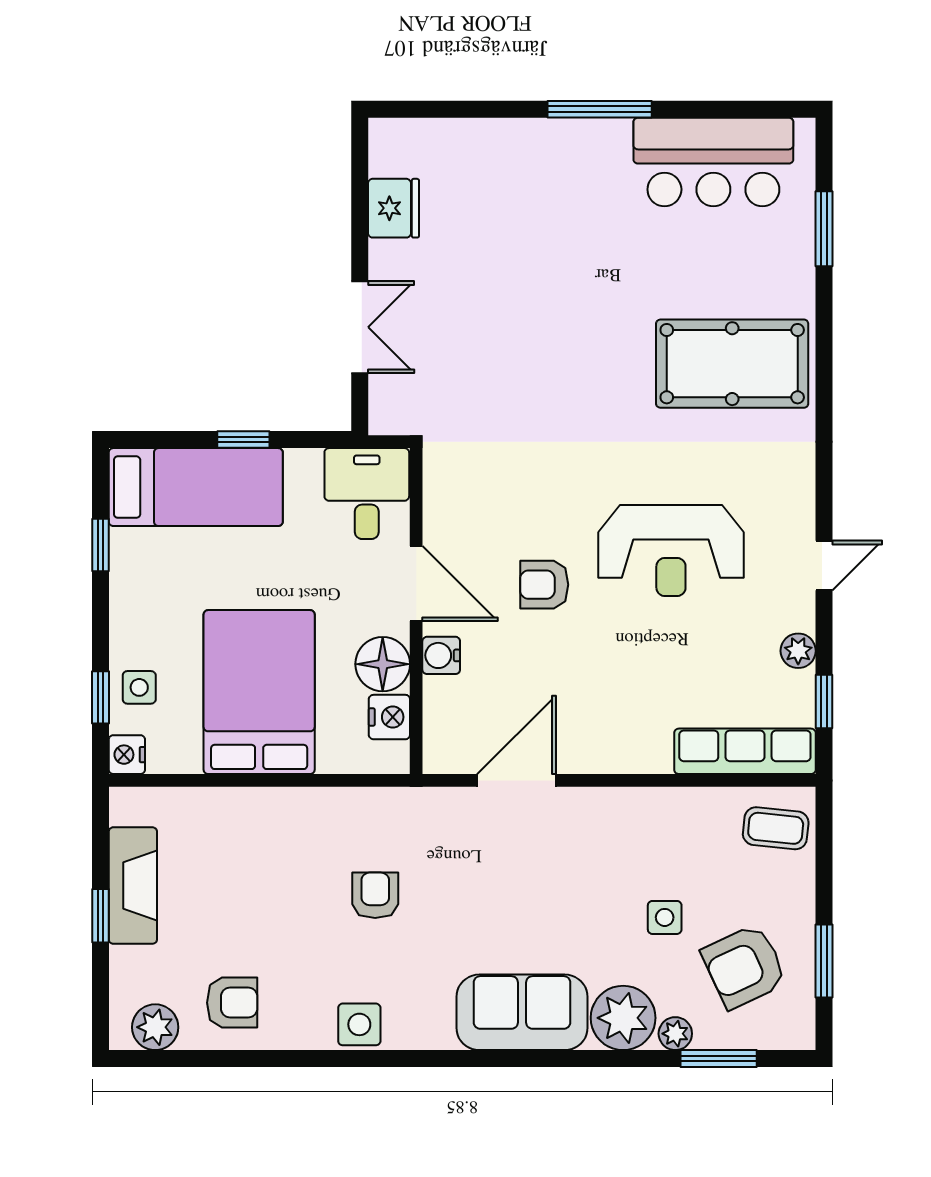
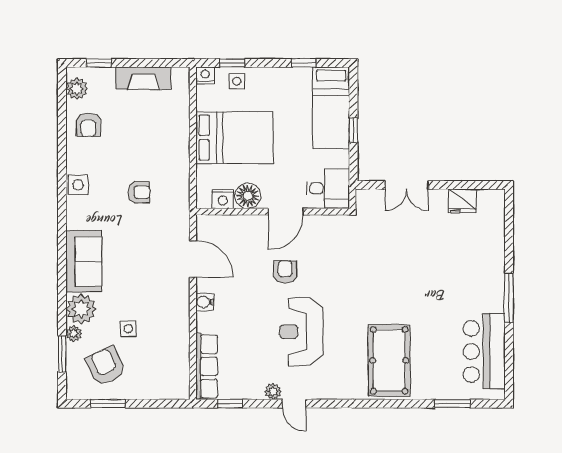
plant: (798, 651) -> (273, 391), moved
water cooler: (441, 655) -> (205, 302), moved, turned -90
coffee table: (776, 828) -> (170, 381), removed
window: (100, 916) -> (99, 63), moved

